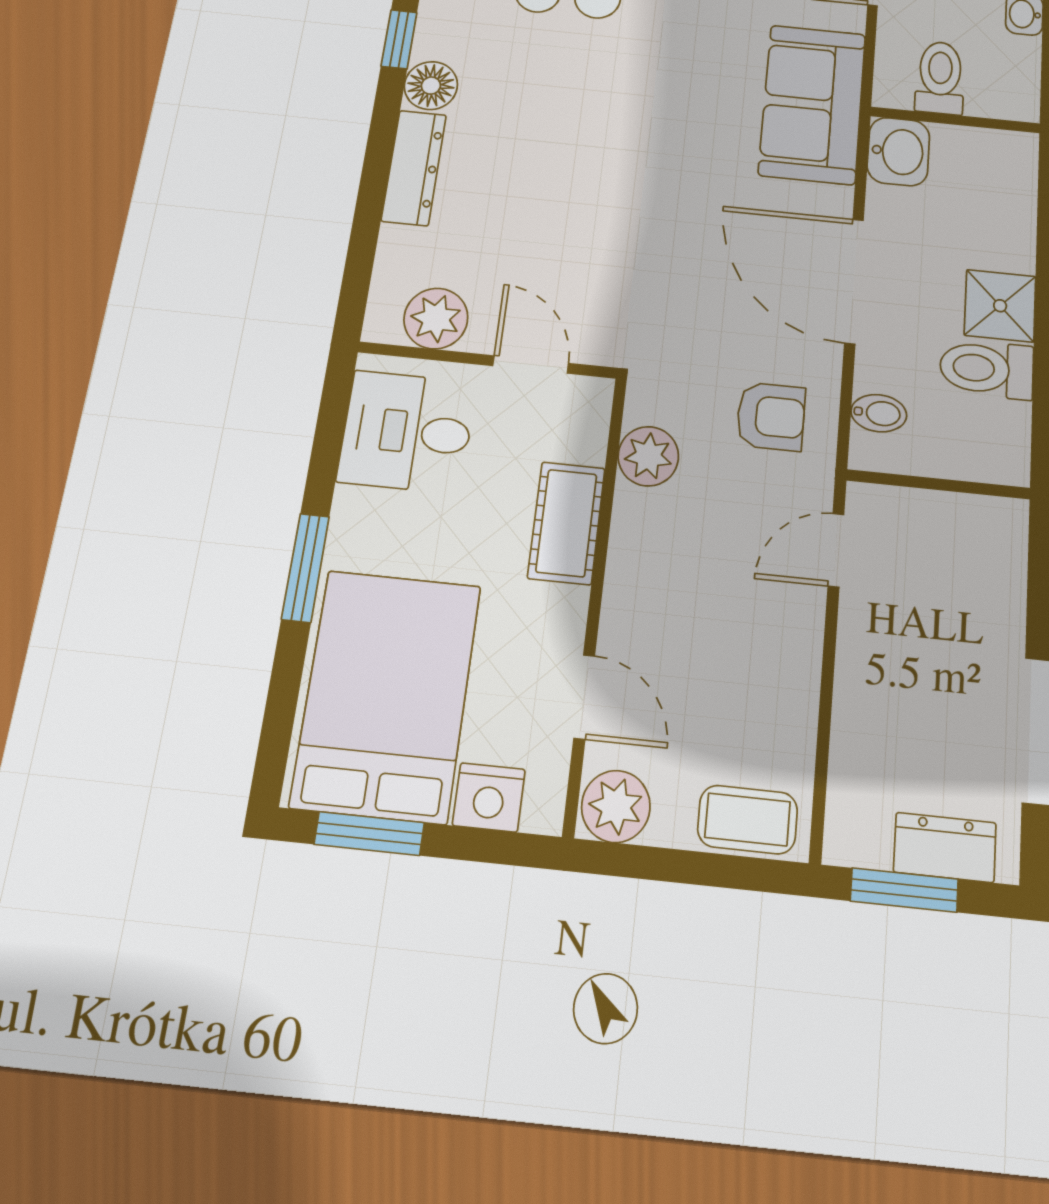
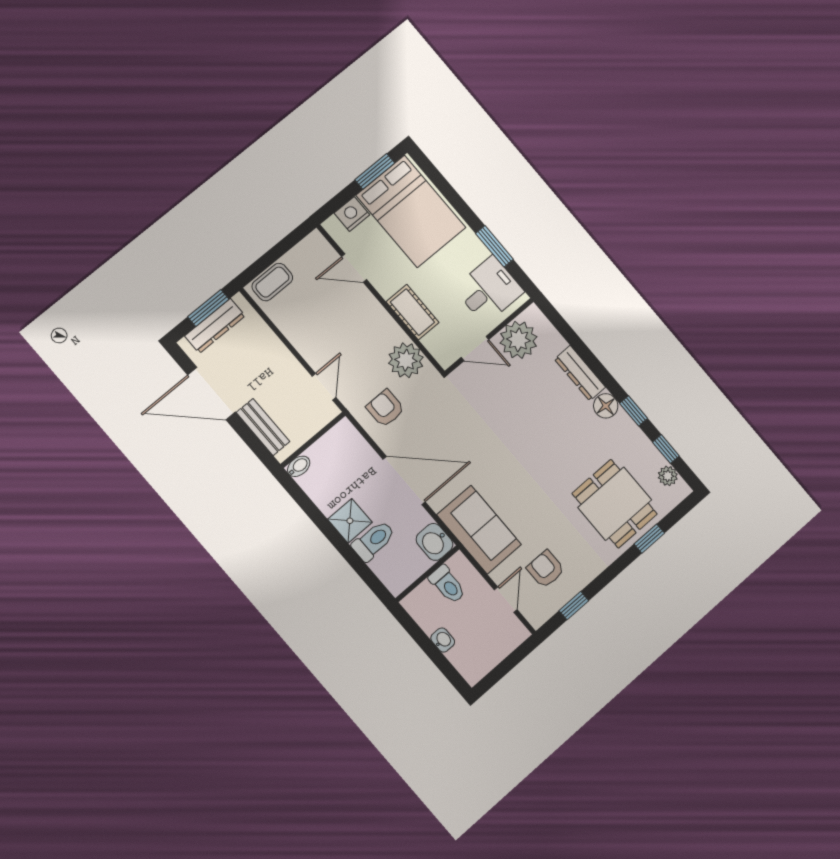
plant: (436, 319) -> (518, 340), width x1.36, depth x1.36
toilet: (987, 369) -> (374, 541), moved
bidet: (879, 413) -> (299, 466), moved, turned 180
armchair: (771, 416) -> (385, 408), turned 90
plant: (648, 456) -> (406, 360), width x1.36, depth x1.36
window: (305, 568) -> (494, 246), moved
bench: (1002, 587) -> (263, 427), added
plant: (616, 806) -> (314, 248), removed
dresser: (945, 847) -> (215, 326), width x1.44

